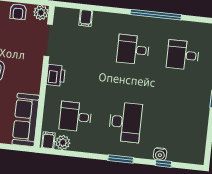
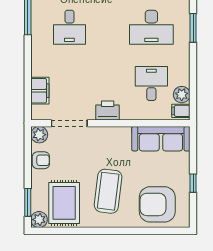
filing cabinet: (86, 18) -> (40, 91), width x2.00
desk: (76, 117) -> (151, 83), turned 180
desk: (125, 122) -> (151, 27), turned 180

